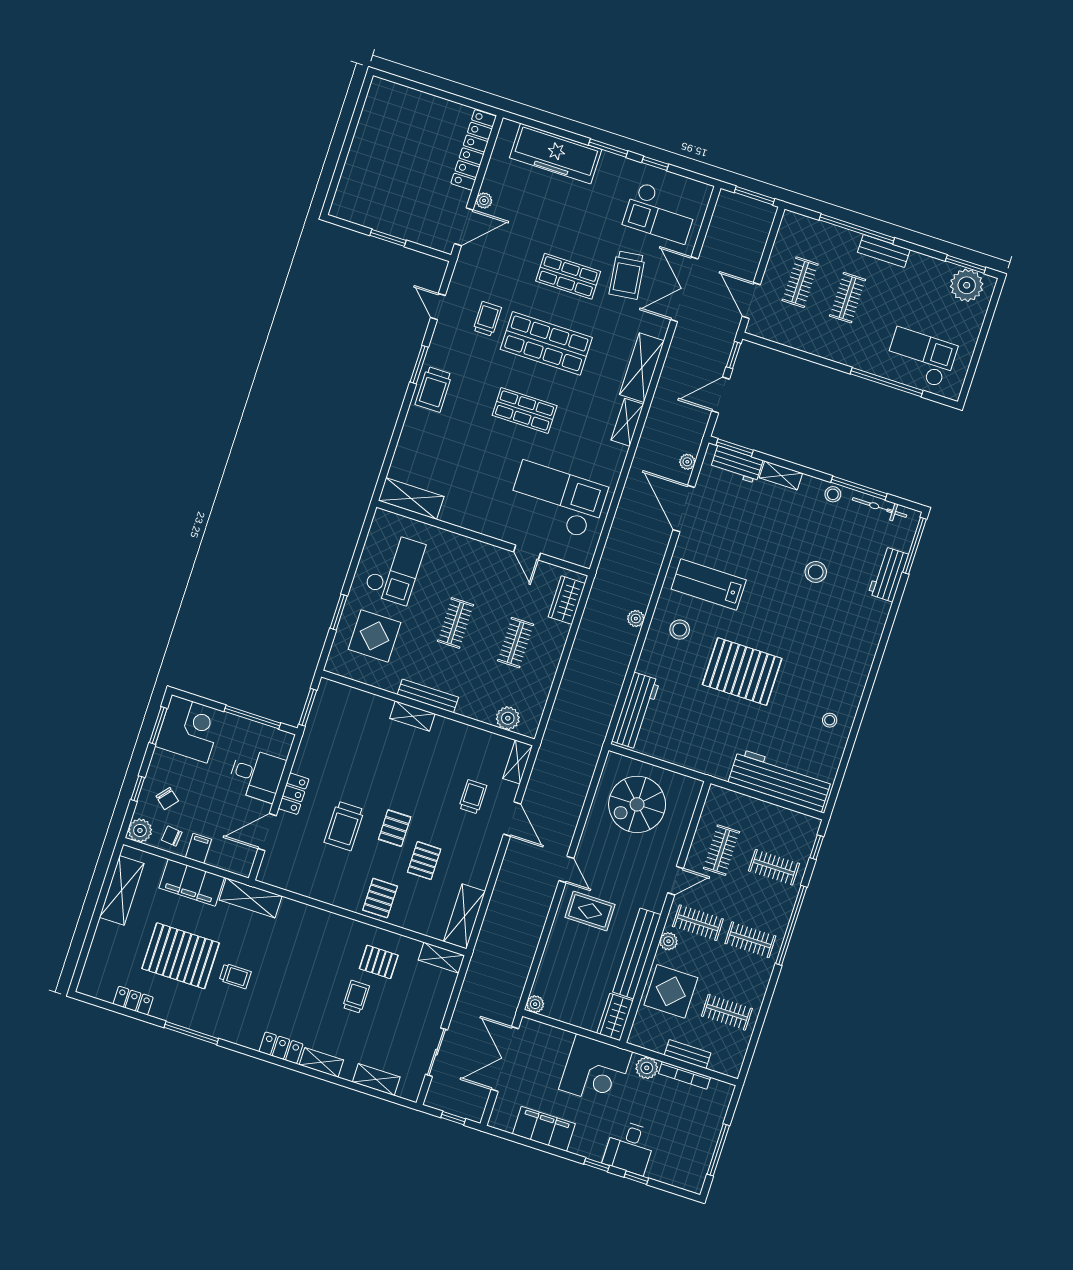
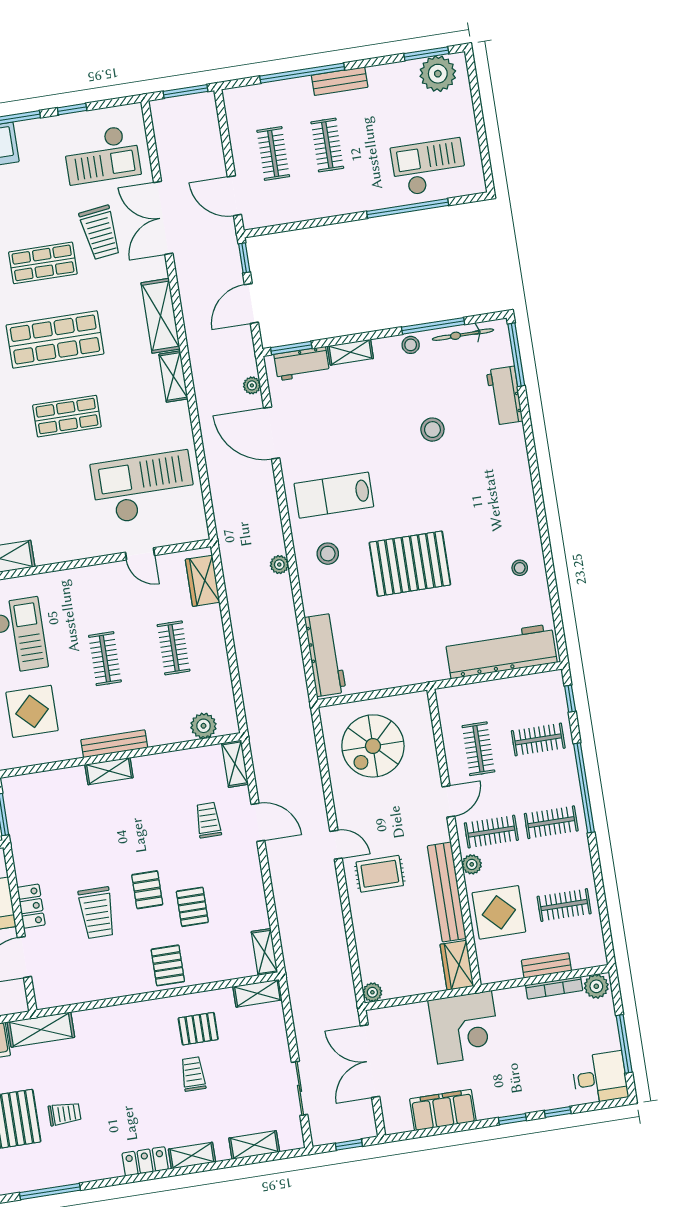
shelving: (464, 916) -> (265, 952), width x0.67, depth x0.75
plant: (647, 1068) -> (596, 986), moved
desk: (630, 1148) -> (600, 1078), moved, turned -90

